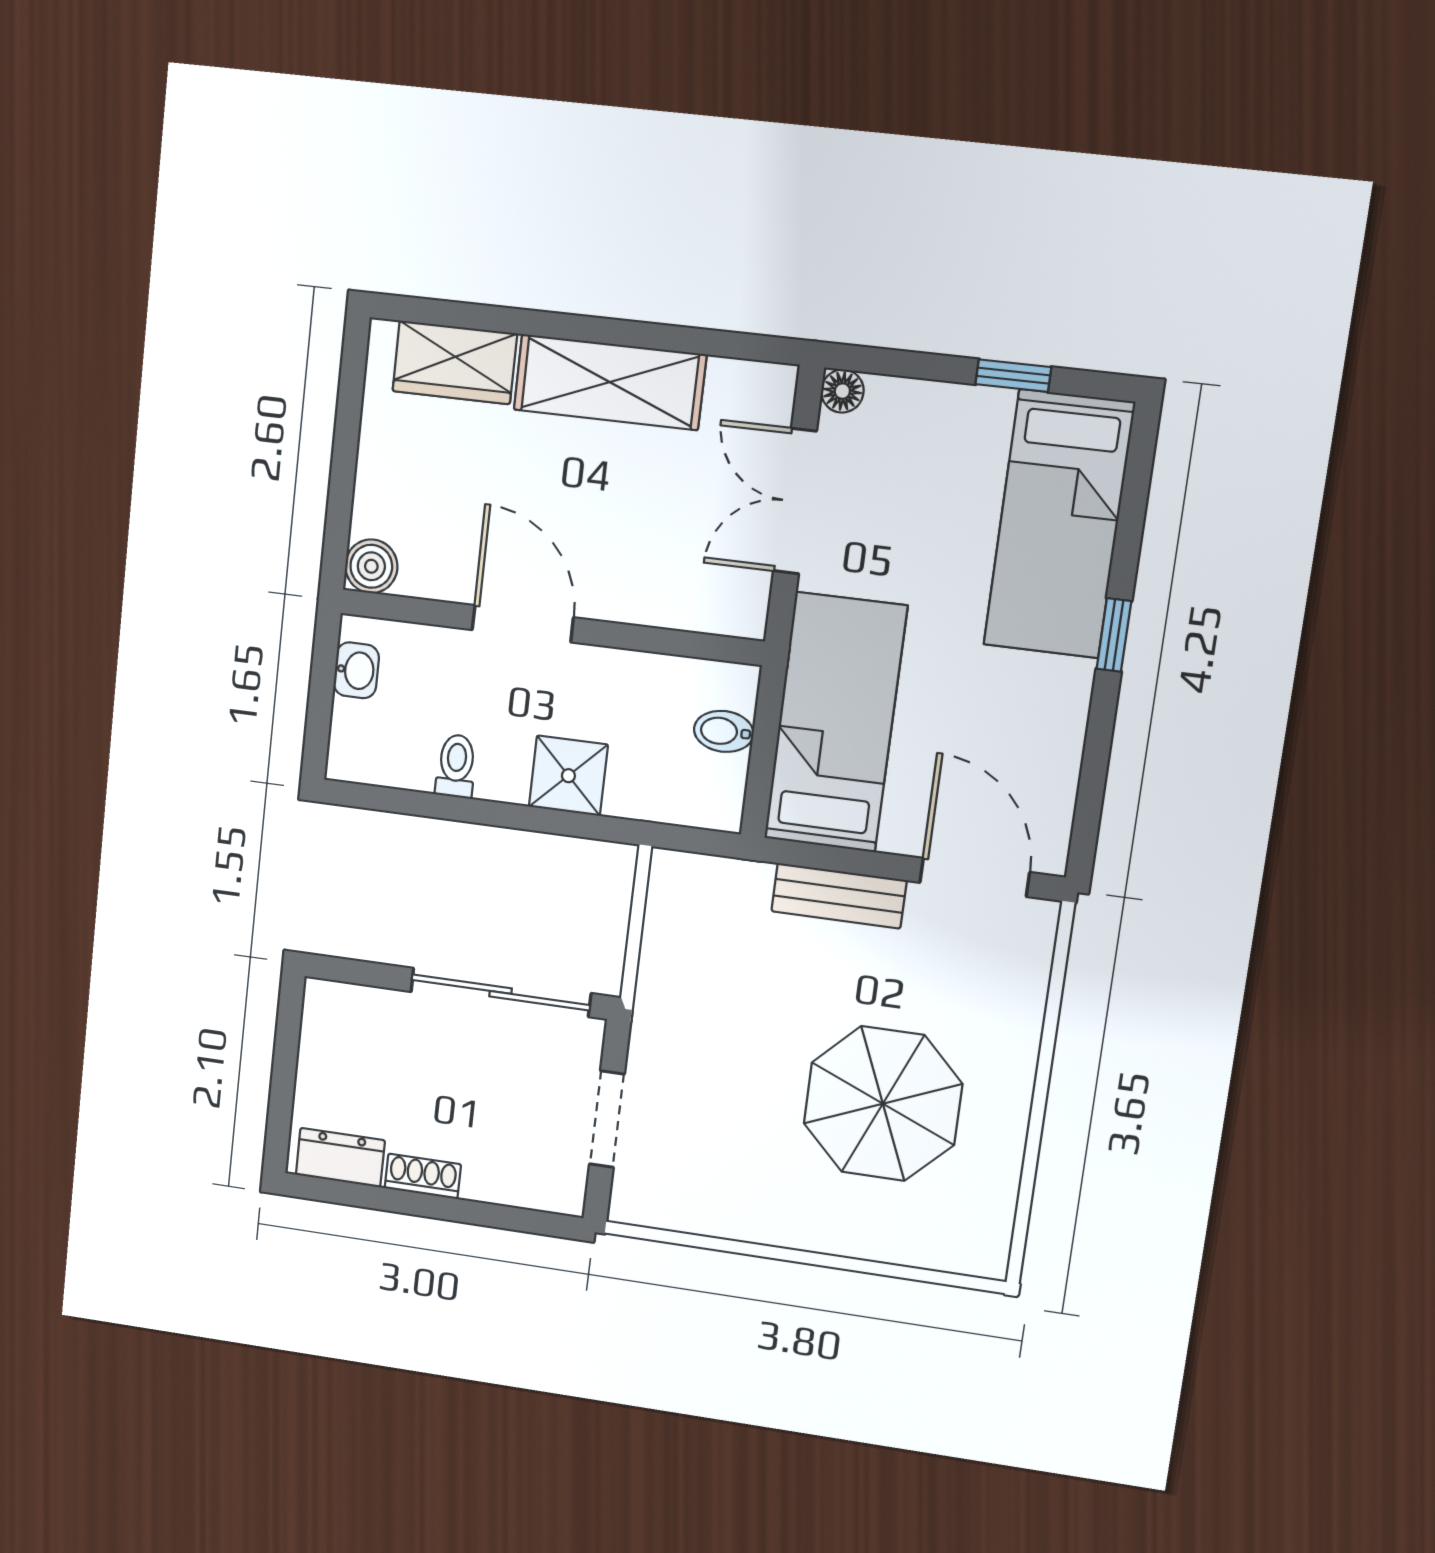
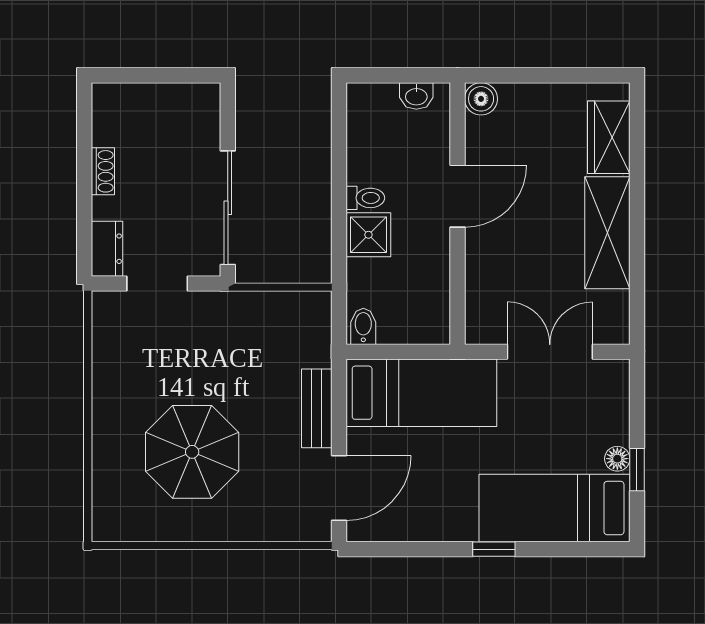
floor lamp: (842, 391) -> (617, 459), moved
bidet: (724, 731) -> (363, 326), moved
toilet: (456, 766) -> (365, 198), moved
dresser: (340, 1158) -> (107, 249), moved

